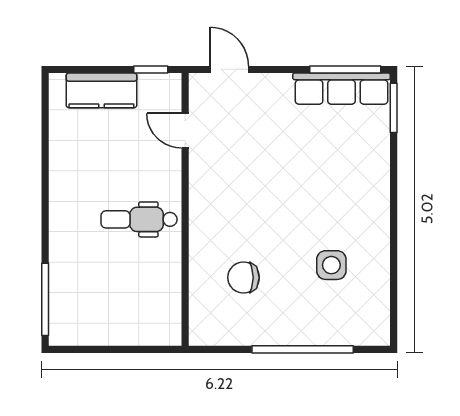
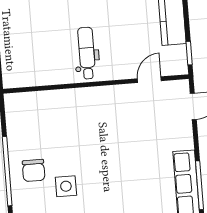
chair: (243, 278) -> (34, 170), moved, turned 180

